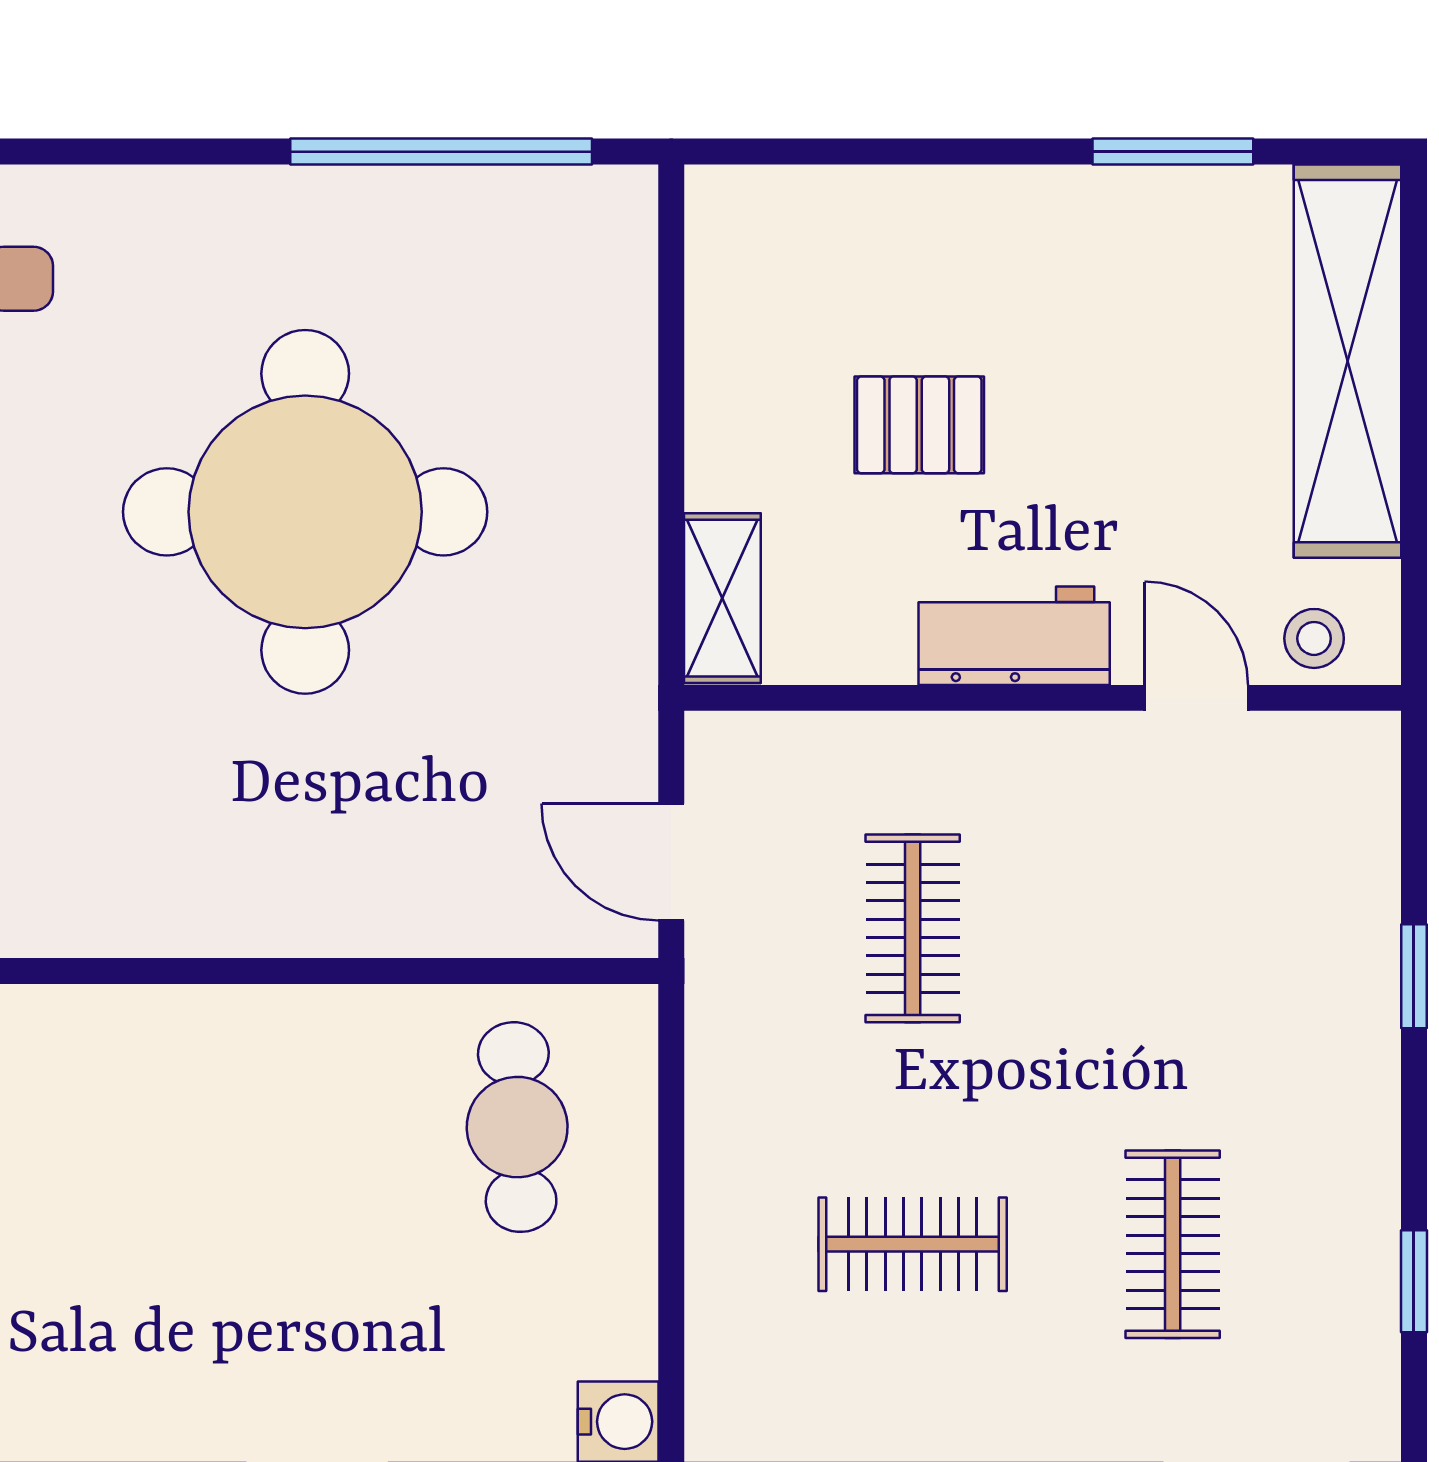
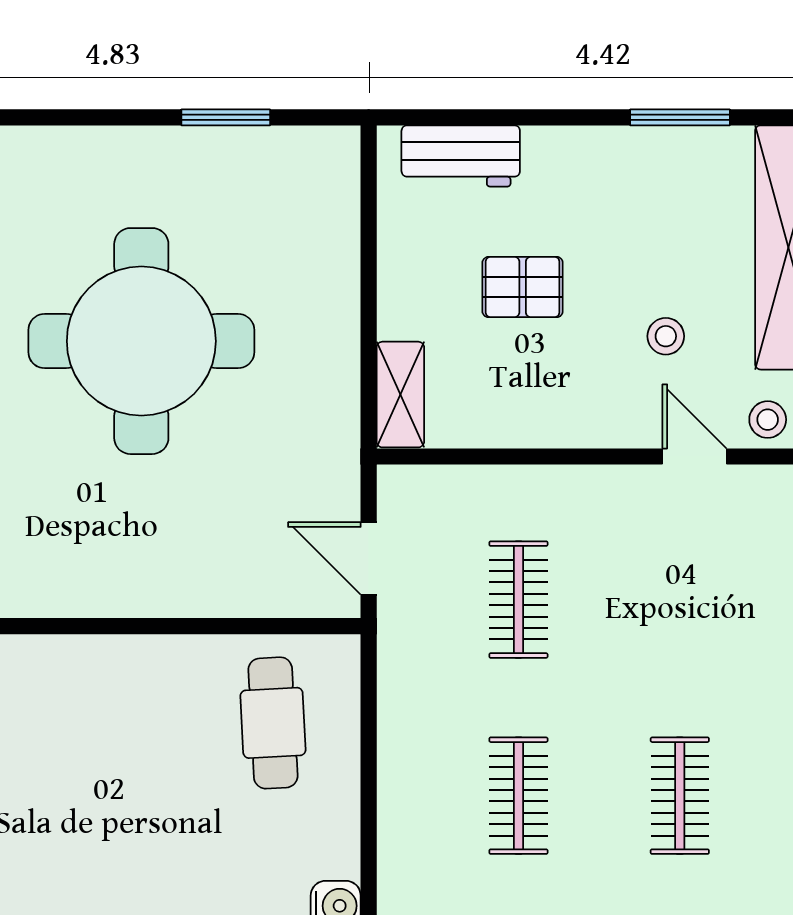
window: (441, 152) -> (226, 117), width x0.47
stool: (1150, 504) -> (666, 336), added
workbench: (1014, 636) -> (461, 156), moved, turned 180
clothes rail: (913, 1244) -> (518, 796), turned 90

